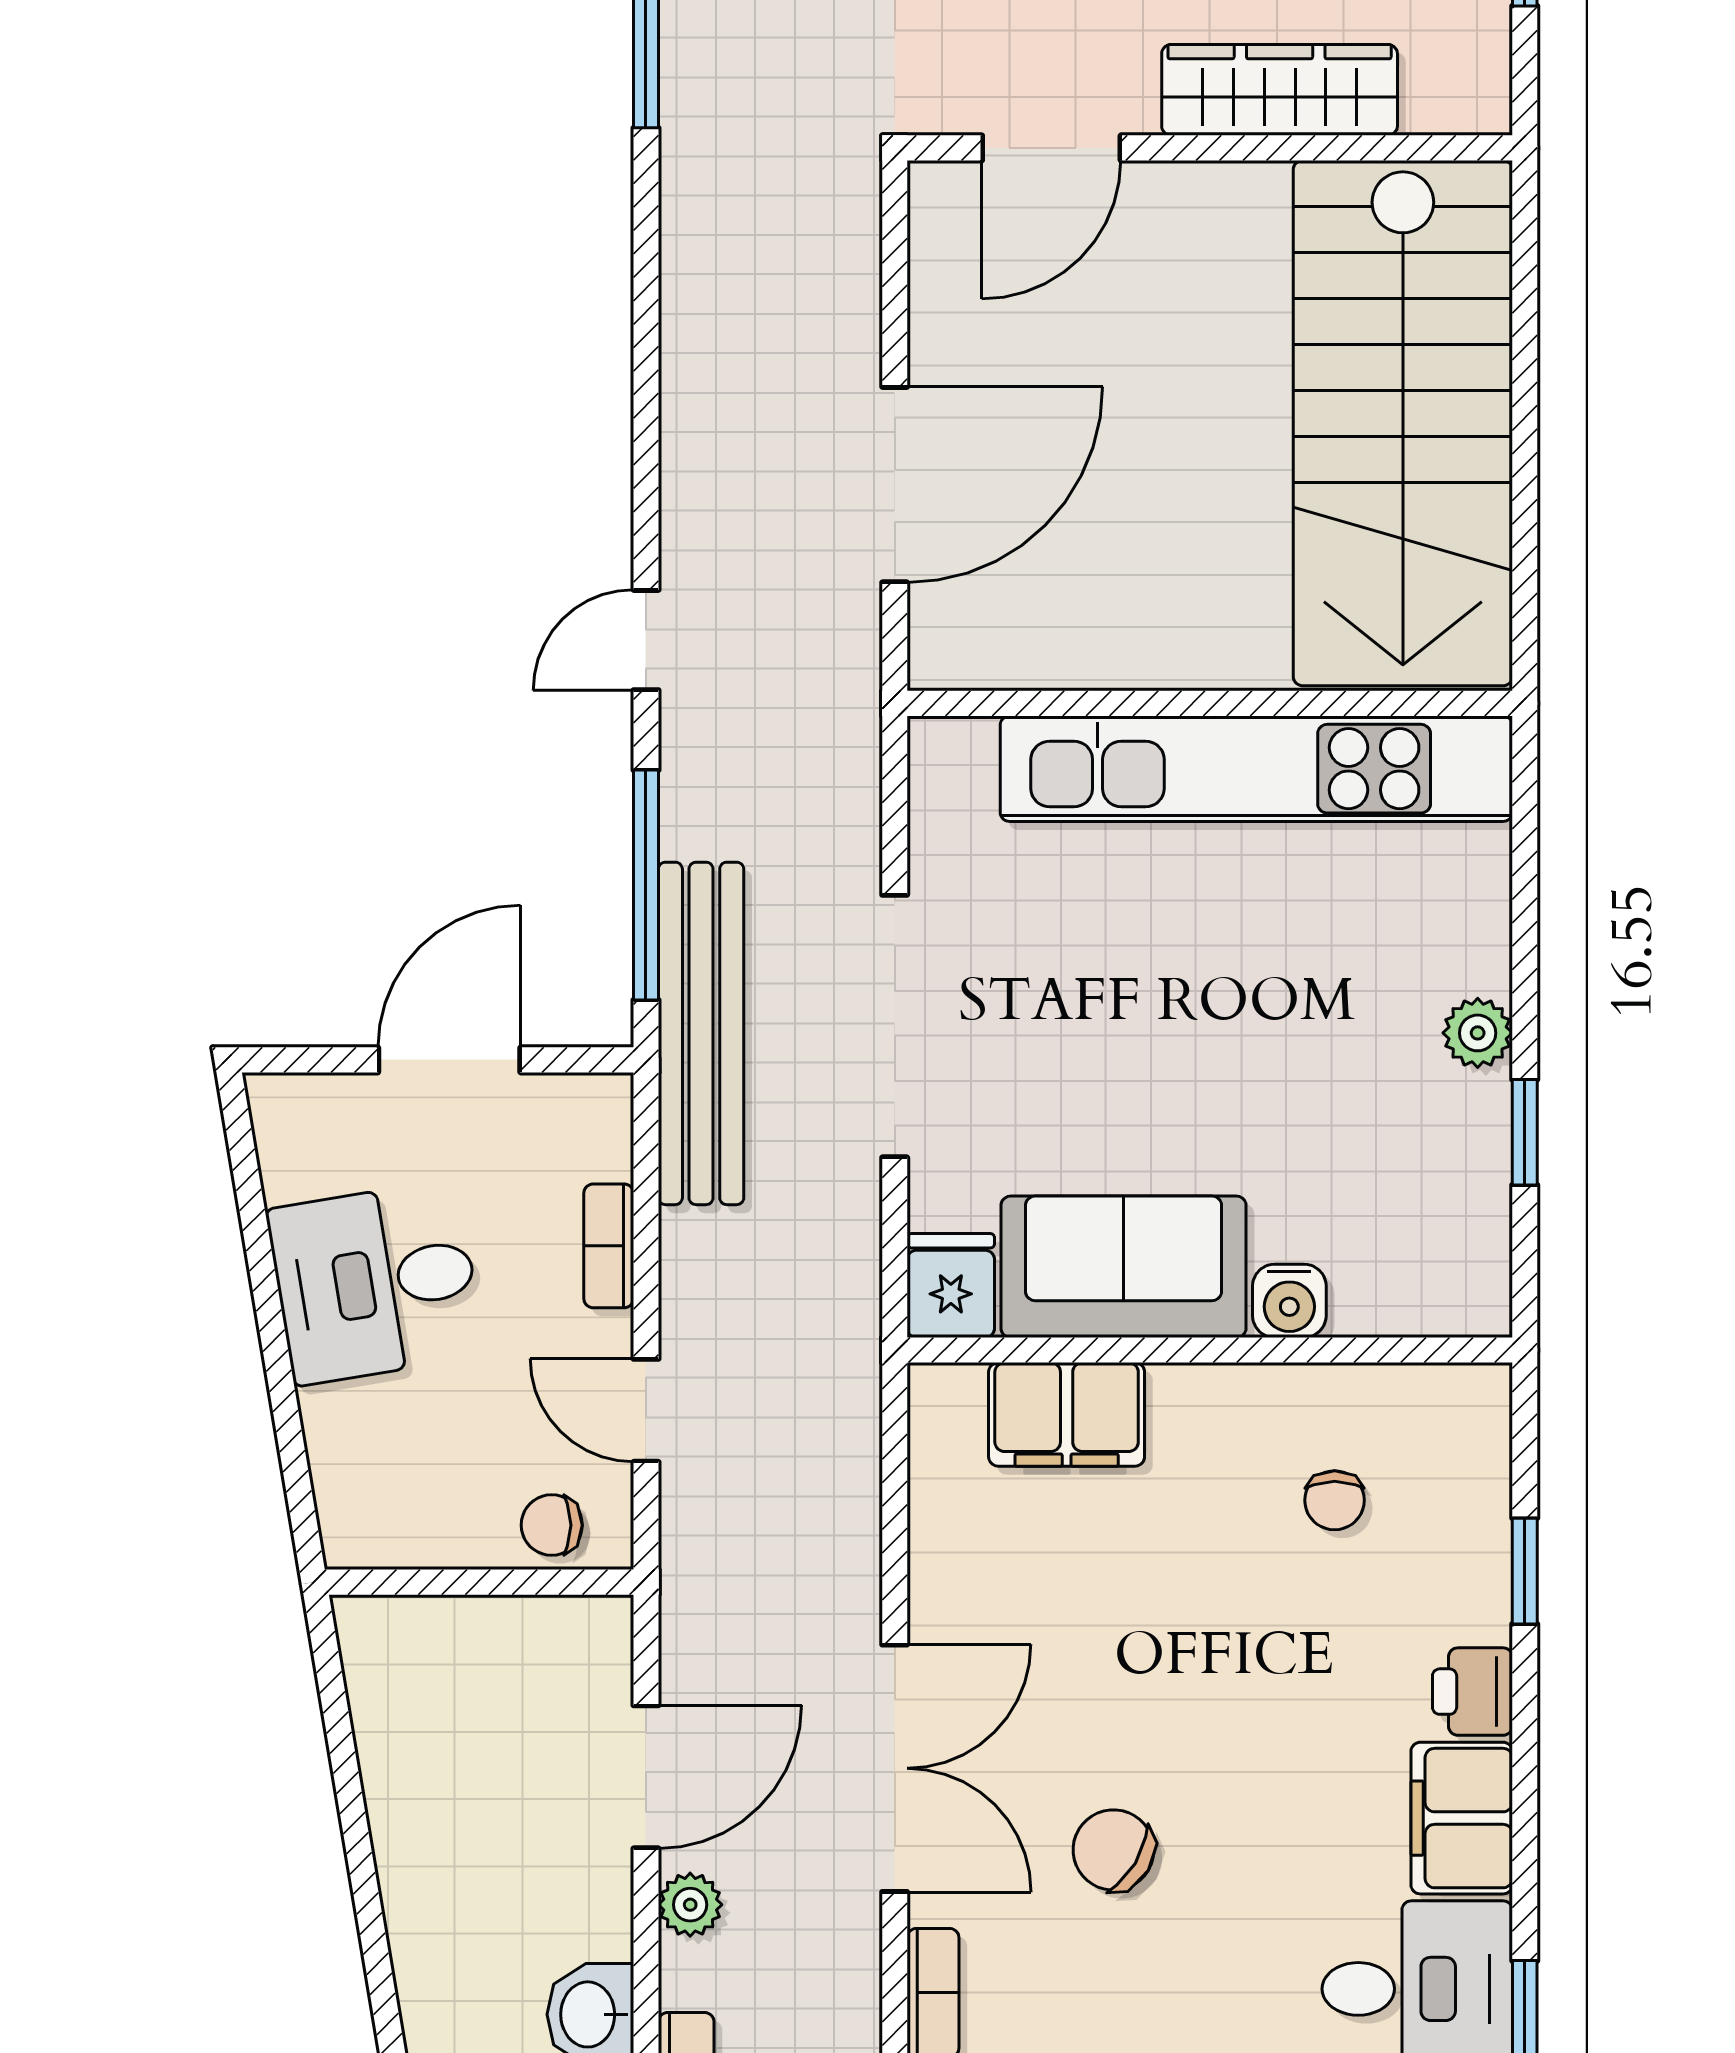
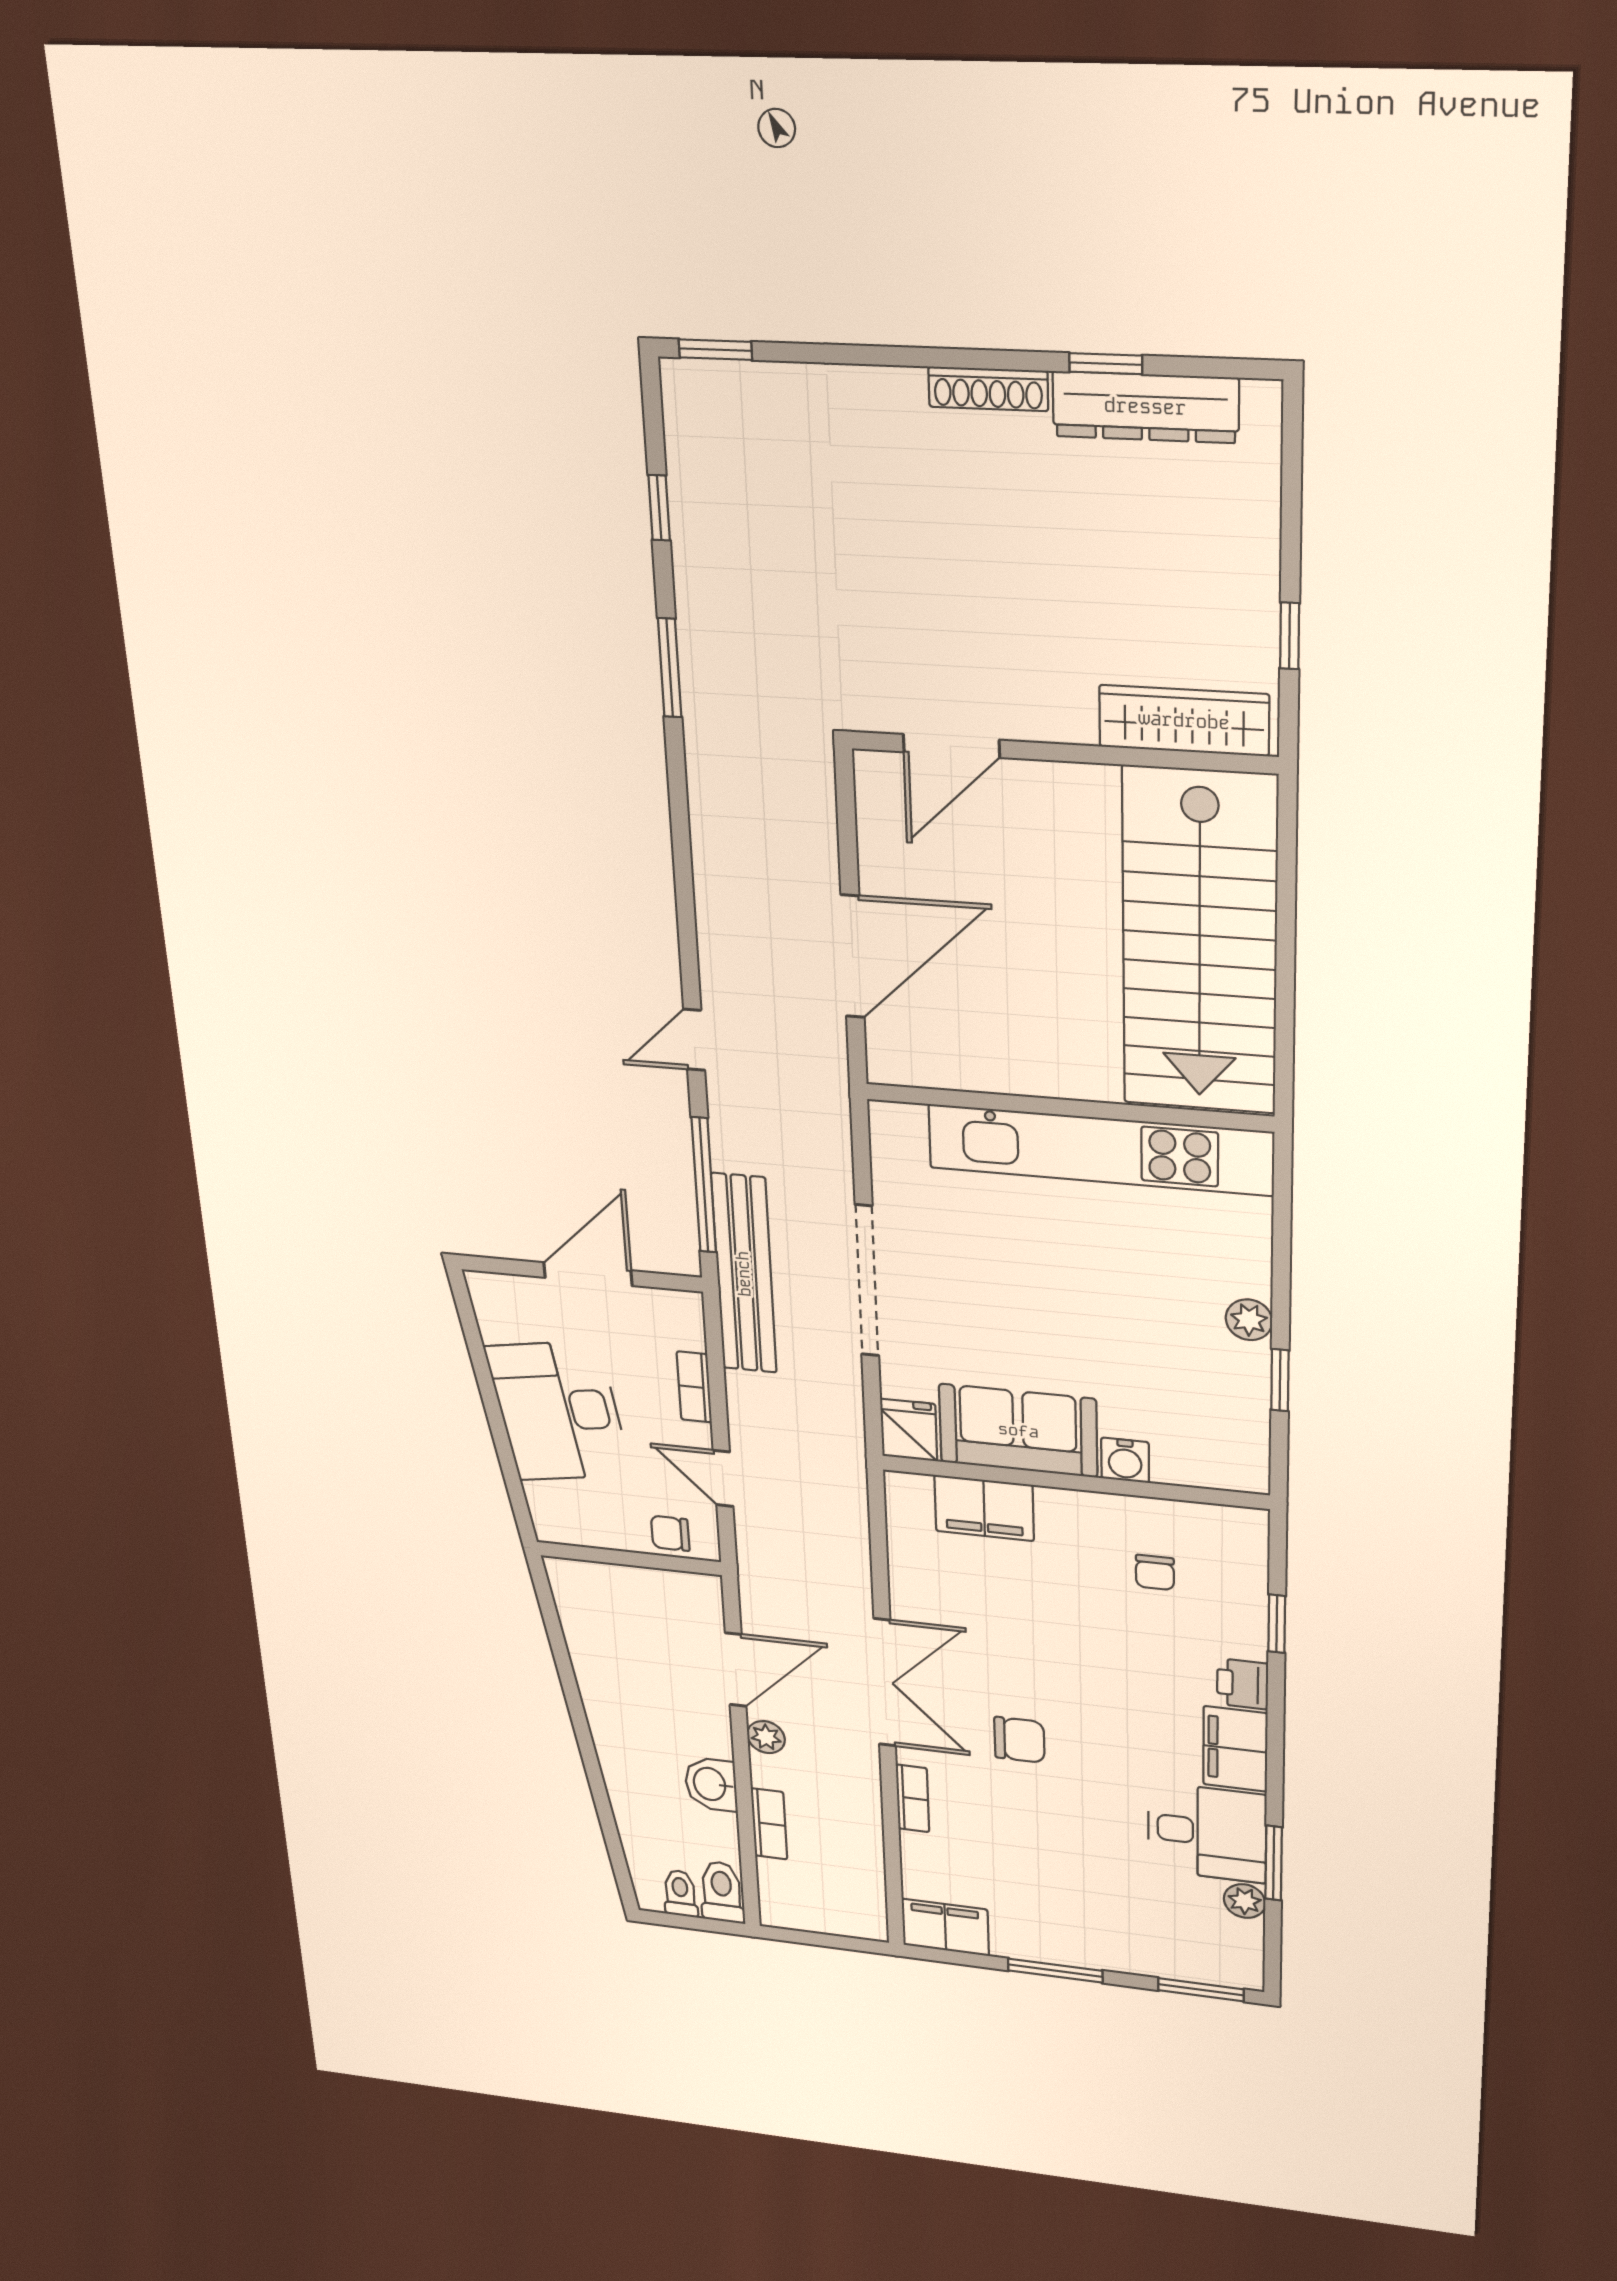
wardrobe: (1280, 90) -> (1184, 721), moved
desk: (376, 1282) -> (558, 1411), width x1.37
chair: (1113, 1850) -> (1019, 1740), turned 149

